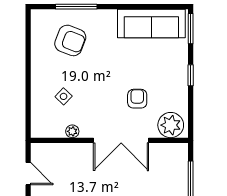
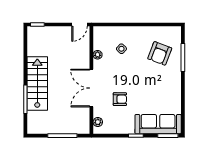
sofa: (151, 23) -> (158, 124), moved, turned 90
plant: (171, 125) -> (98, 122), width x0.53, depth x0.53
door: (28, 174) -> (79, 24), moved

